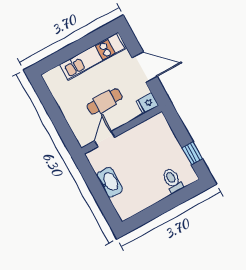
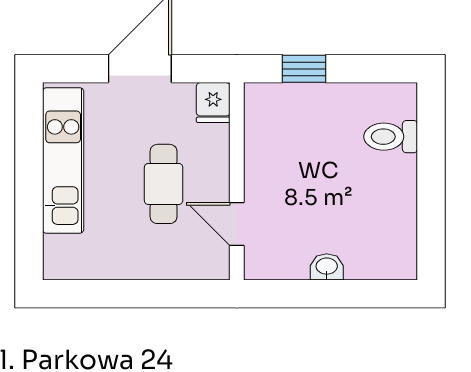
window: (192, 153) -> (304, 69), moved
washbasin: (110, 182) -> (327, 267), width x0.52, depth x0.69

